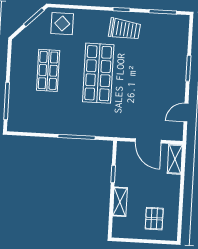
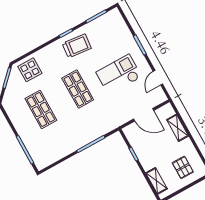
shop shelf: (98, 73) -> (78, 89), width x0.70, depth x0.74
checkout: (149, 85) -> (119, 75), added
shelving: (175, 159) -> (178, 128), moved
shelving: (120, 202) -> (157, 181), moved

